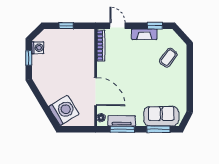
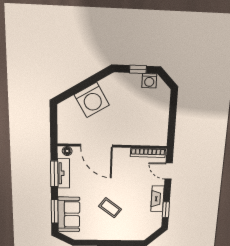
window: (66, 26) -> (173, 115), removed
door: (117, 26) -> (169, 171), swing flipped
coffee table: (168, 58) -> (110, 208), moved
door: (96, 92) -> (97, 146), hinge flipped
washing machine: (64, 110) -> (92, 100), moved

